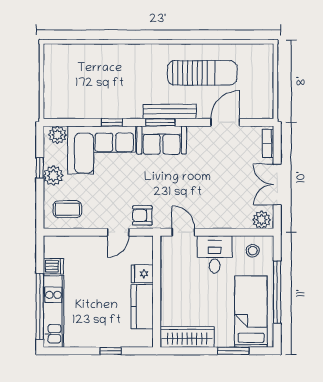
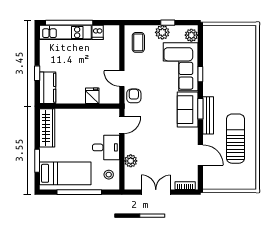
sun lounger: (202, 73) -> (236, 139), turned 180
plant: (262, 220) -> (131, 161), moved
kitchen counter: (142, 307) -> (48, 88), moved, turned 90

